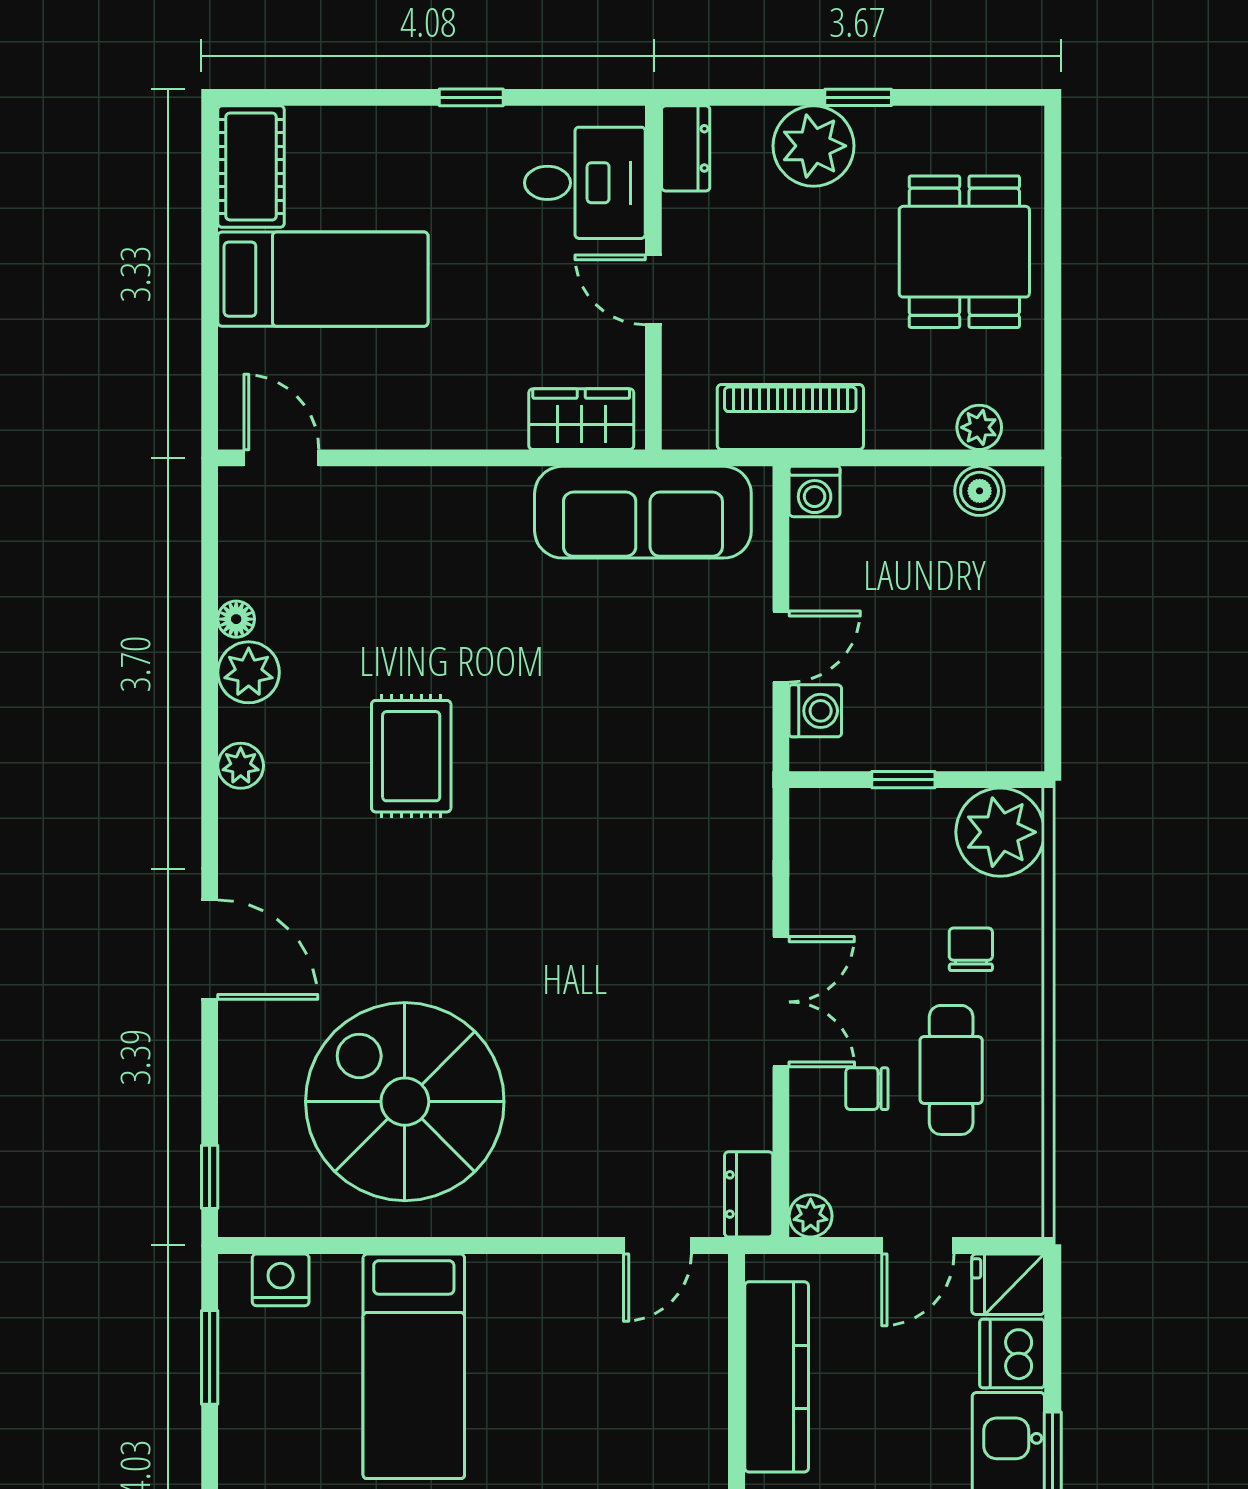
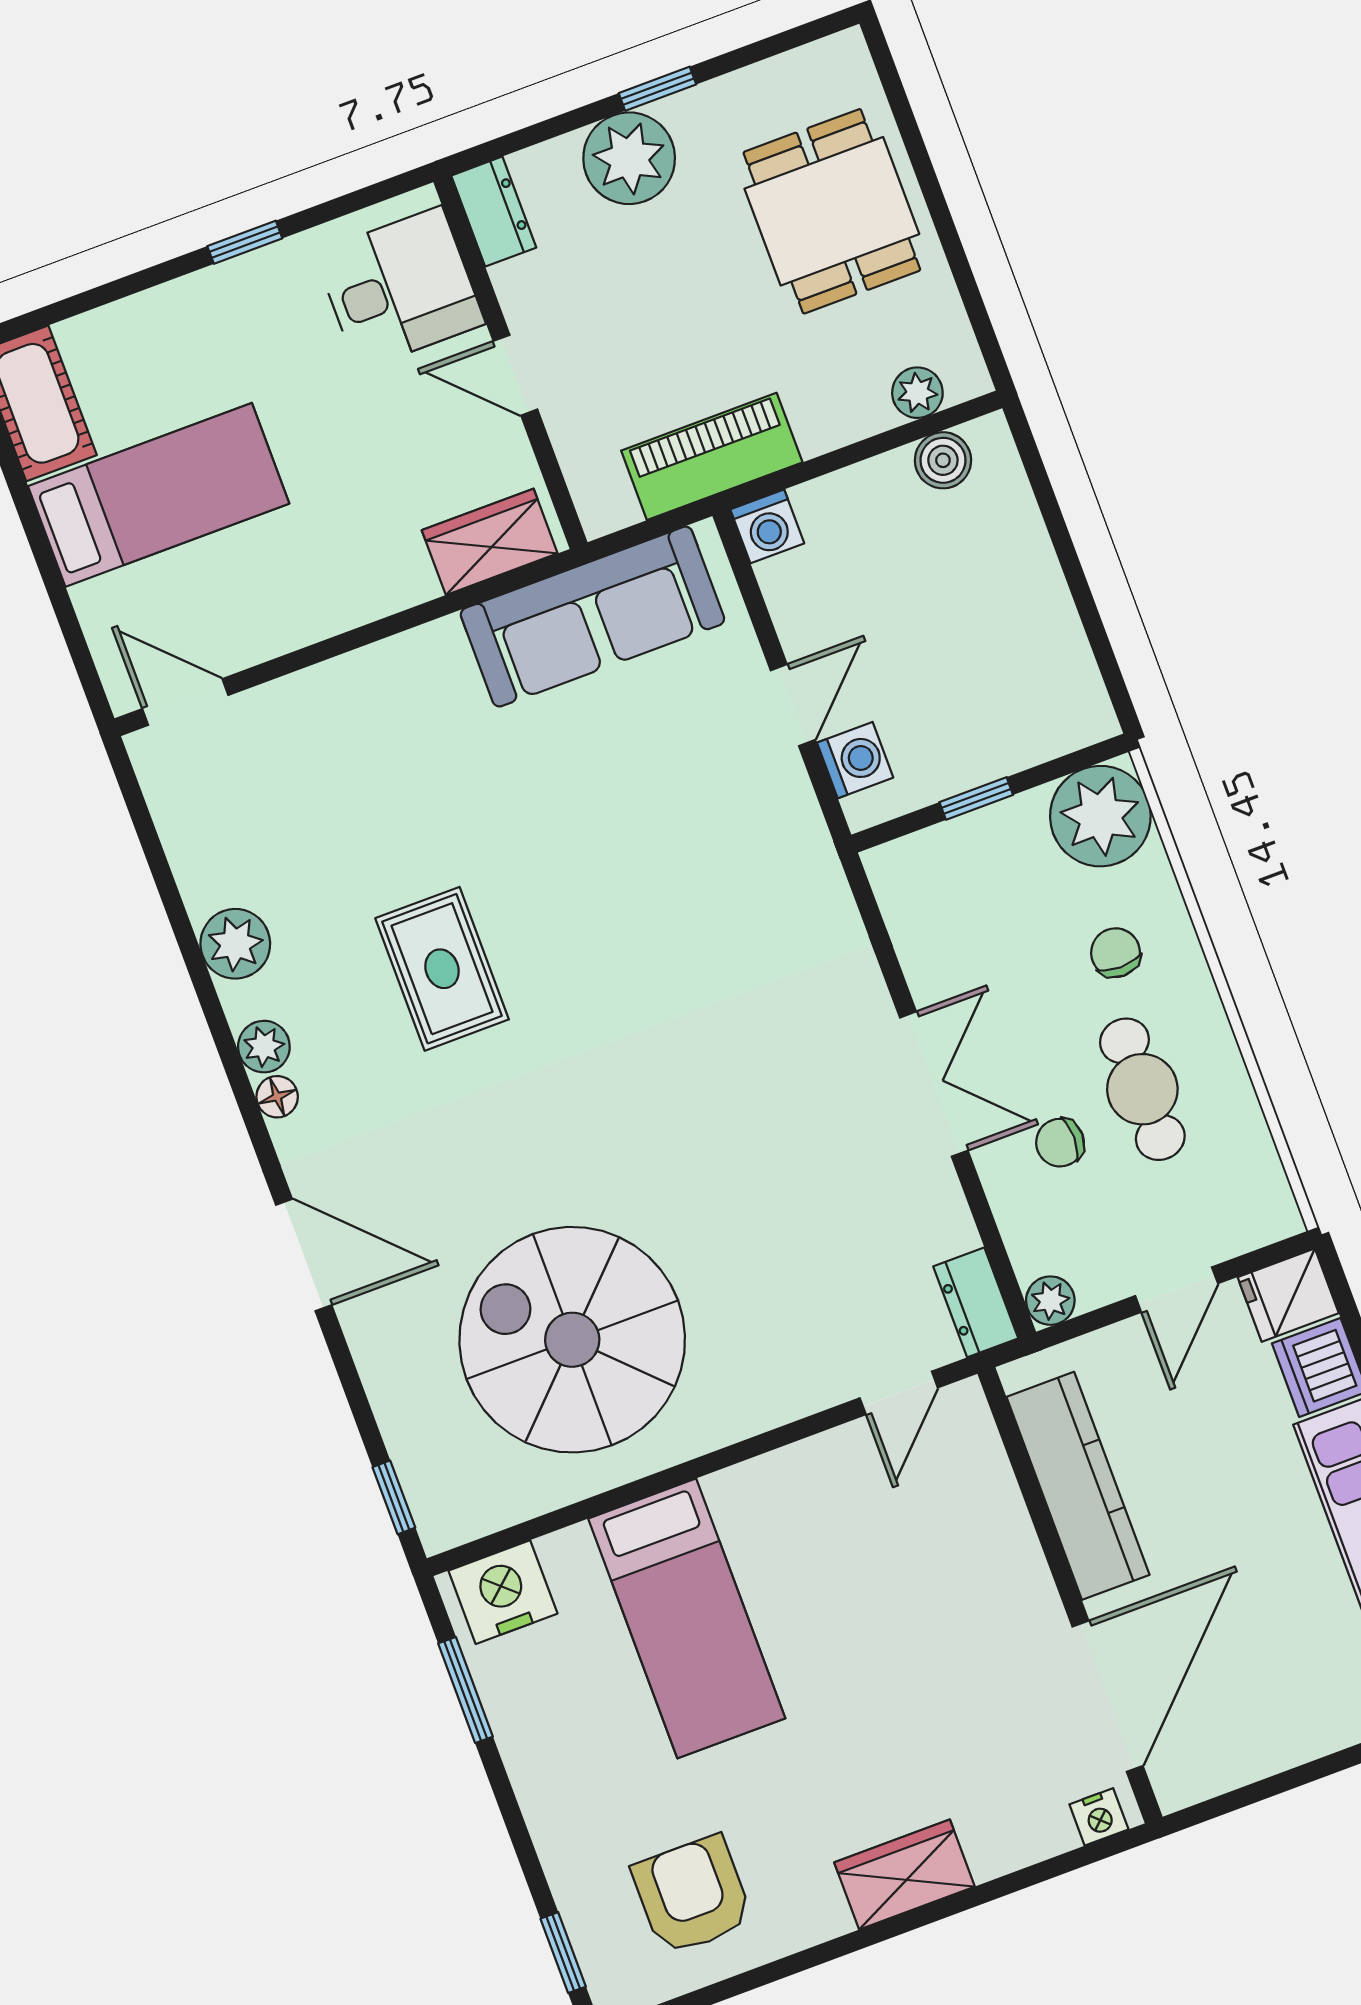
floor lamp: (236, 619) -> (277, 1097), moved
nightstand: (281, 1280) -> (503, 1592), width x1.36, depth x1.33

